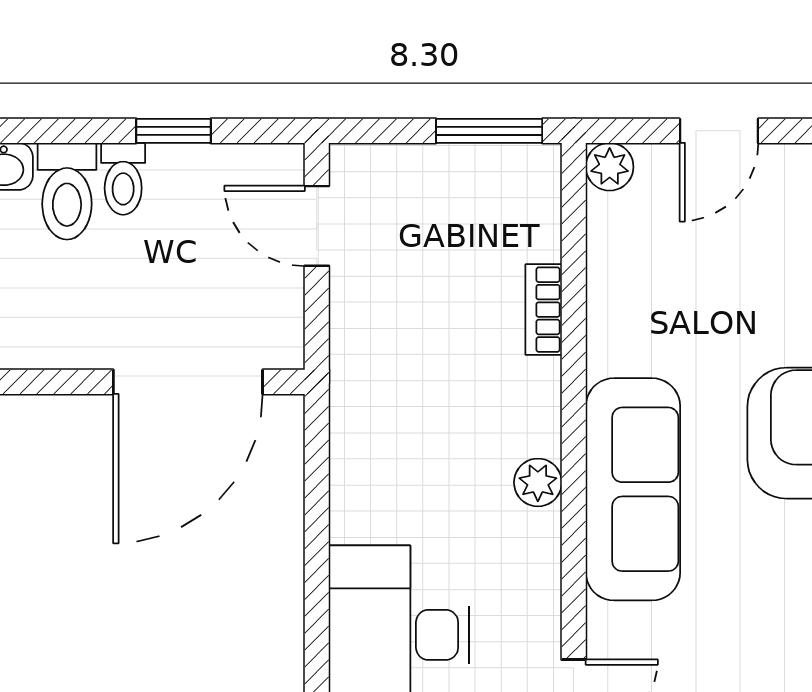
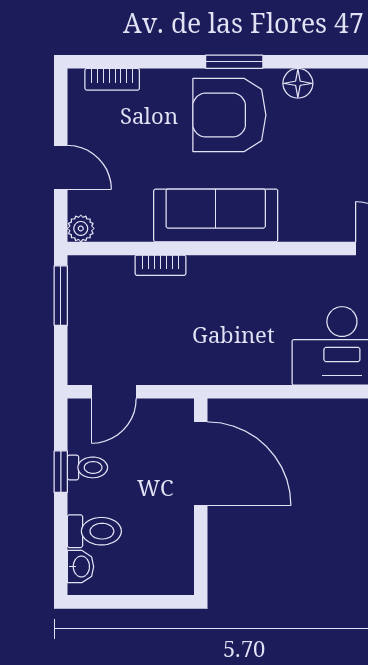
toilet: (123, 179) -> (87, 467), moved
plant: (538, 482) -> (257, 268), removed
sofa: (633, 489) -> (216, 215), moved

